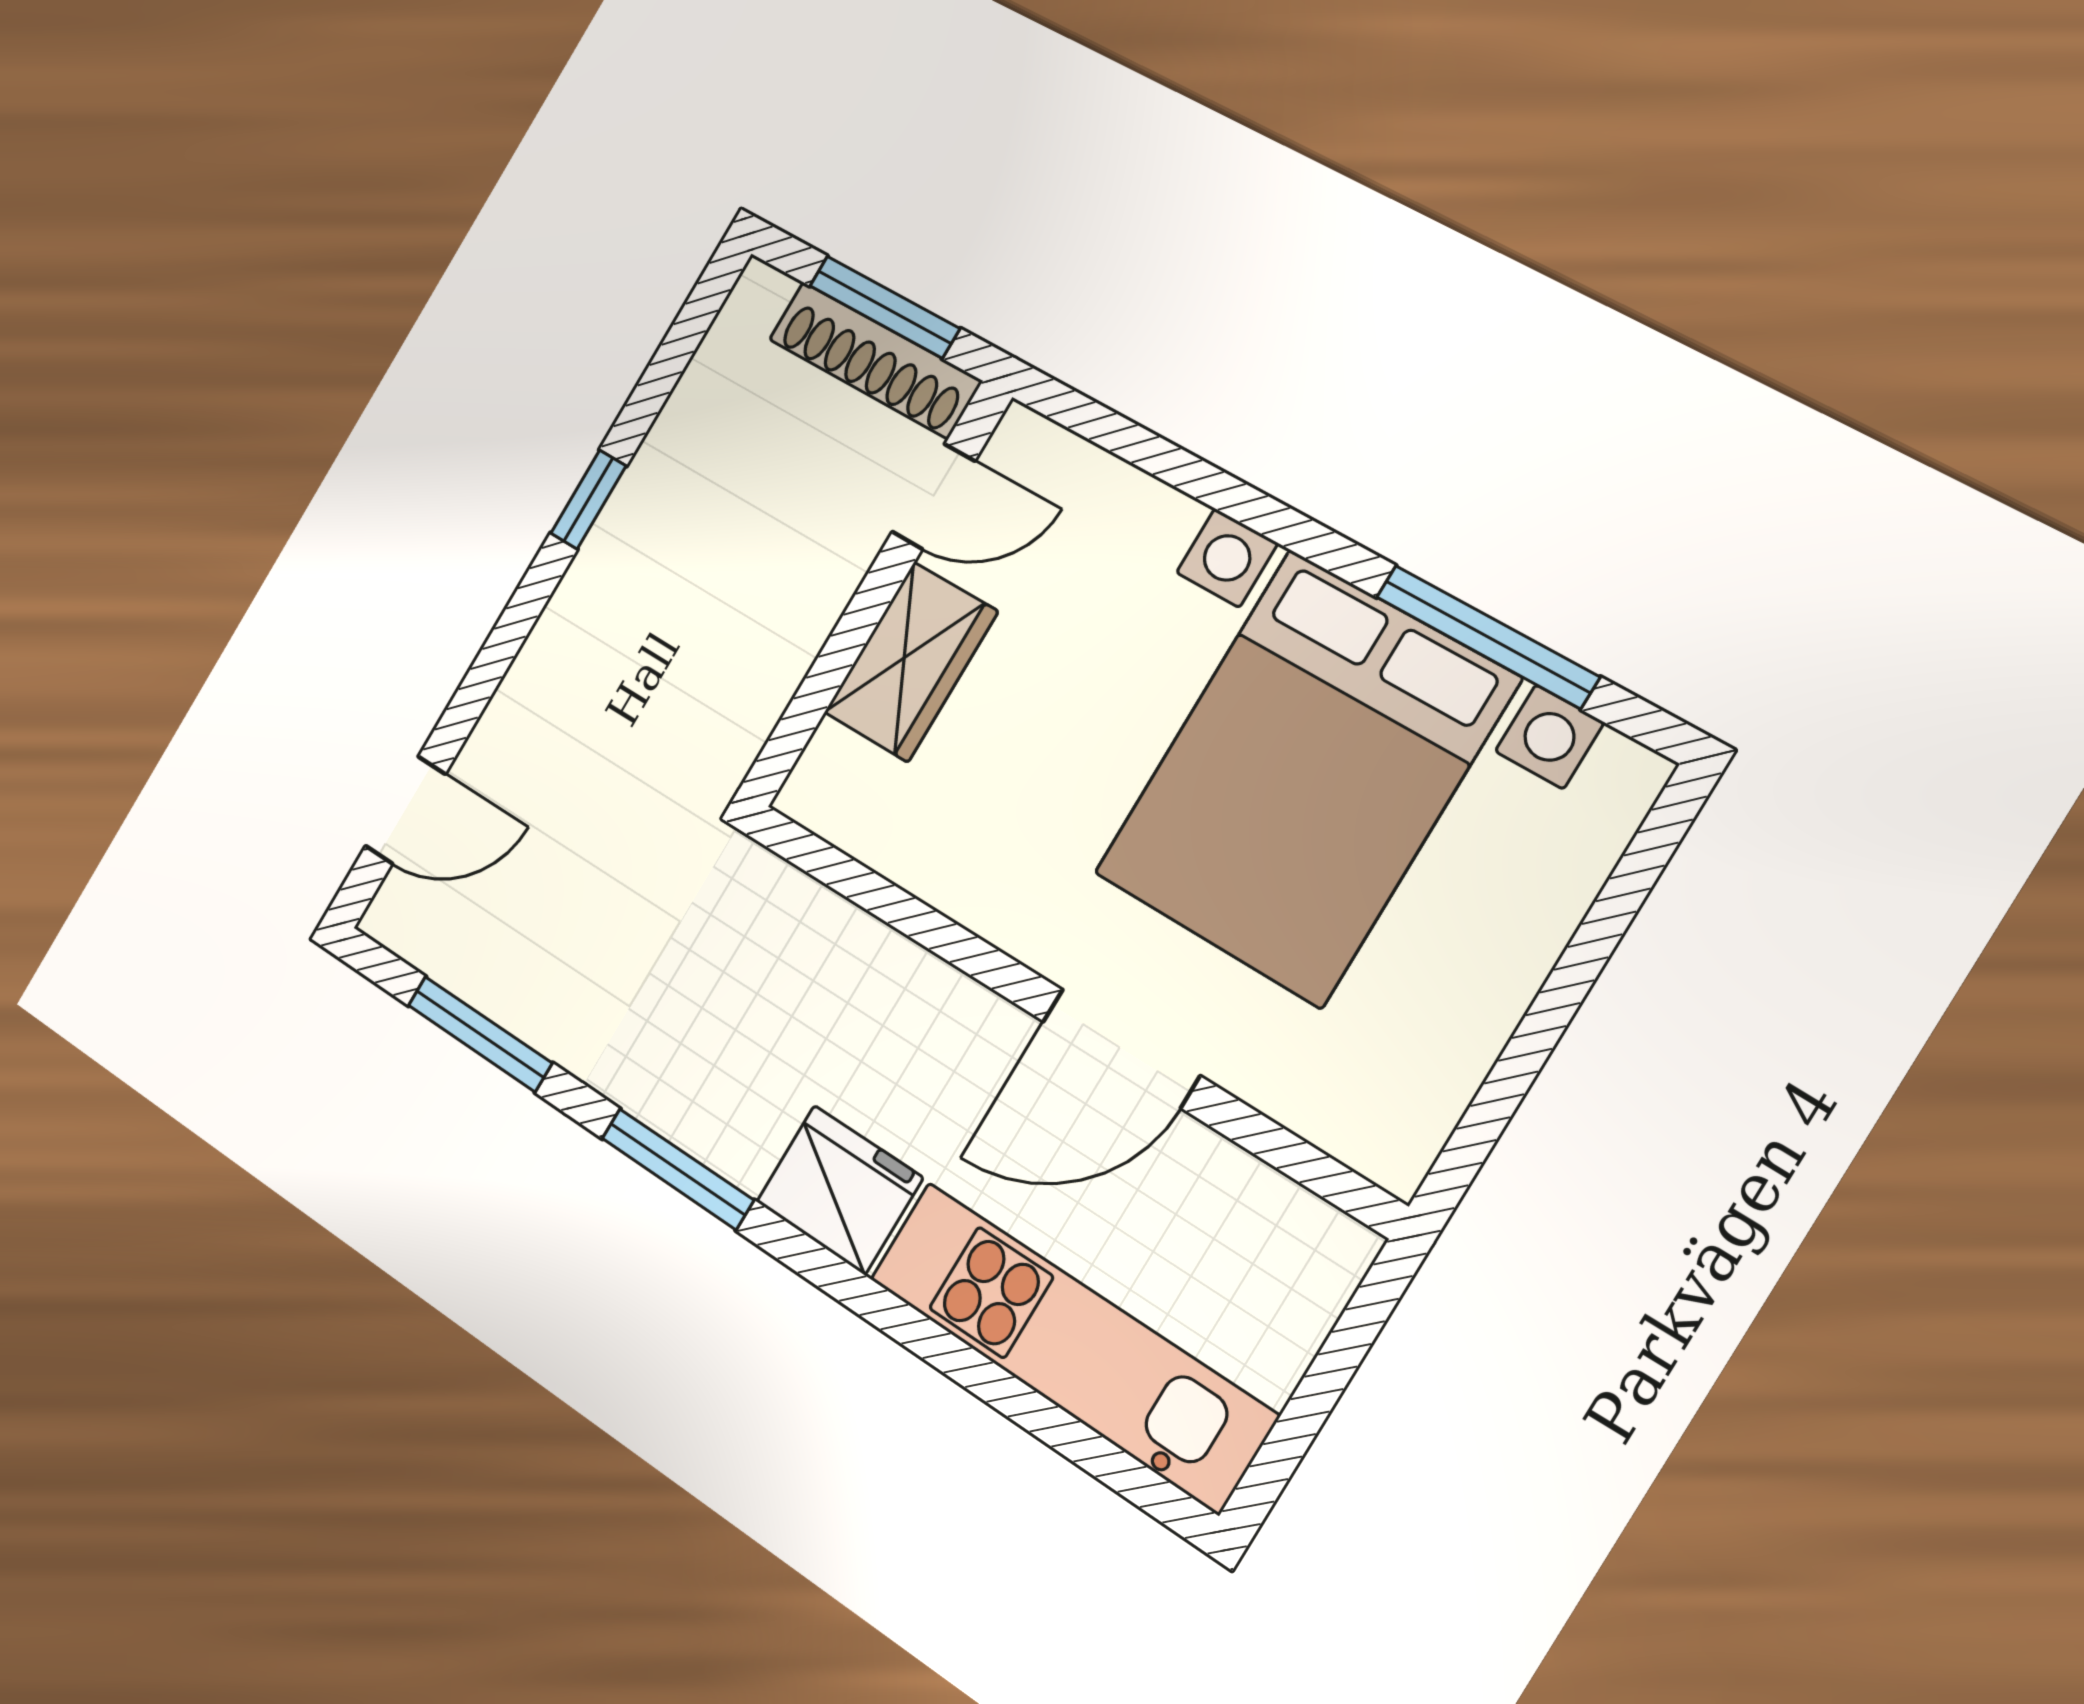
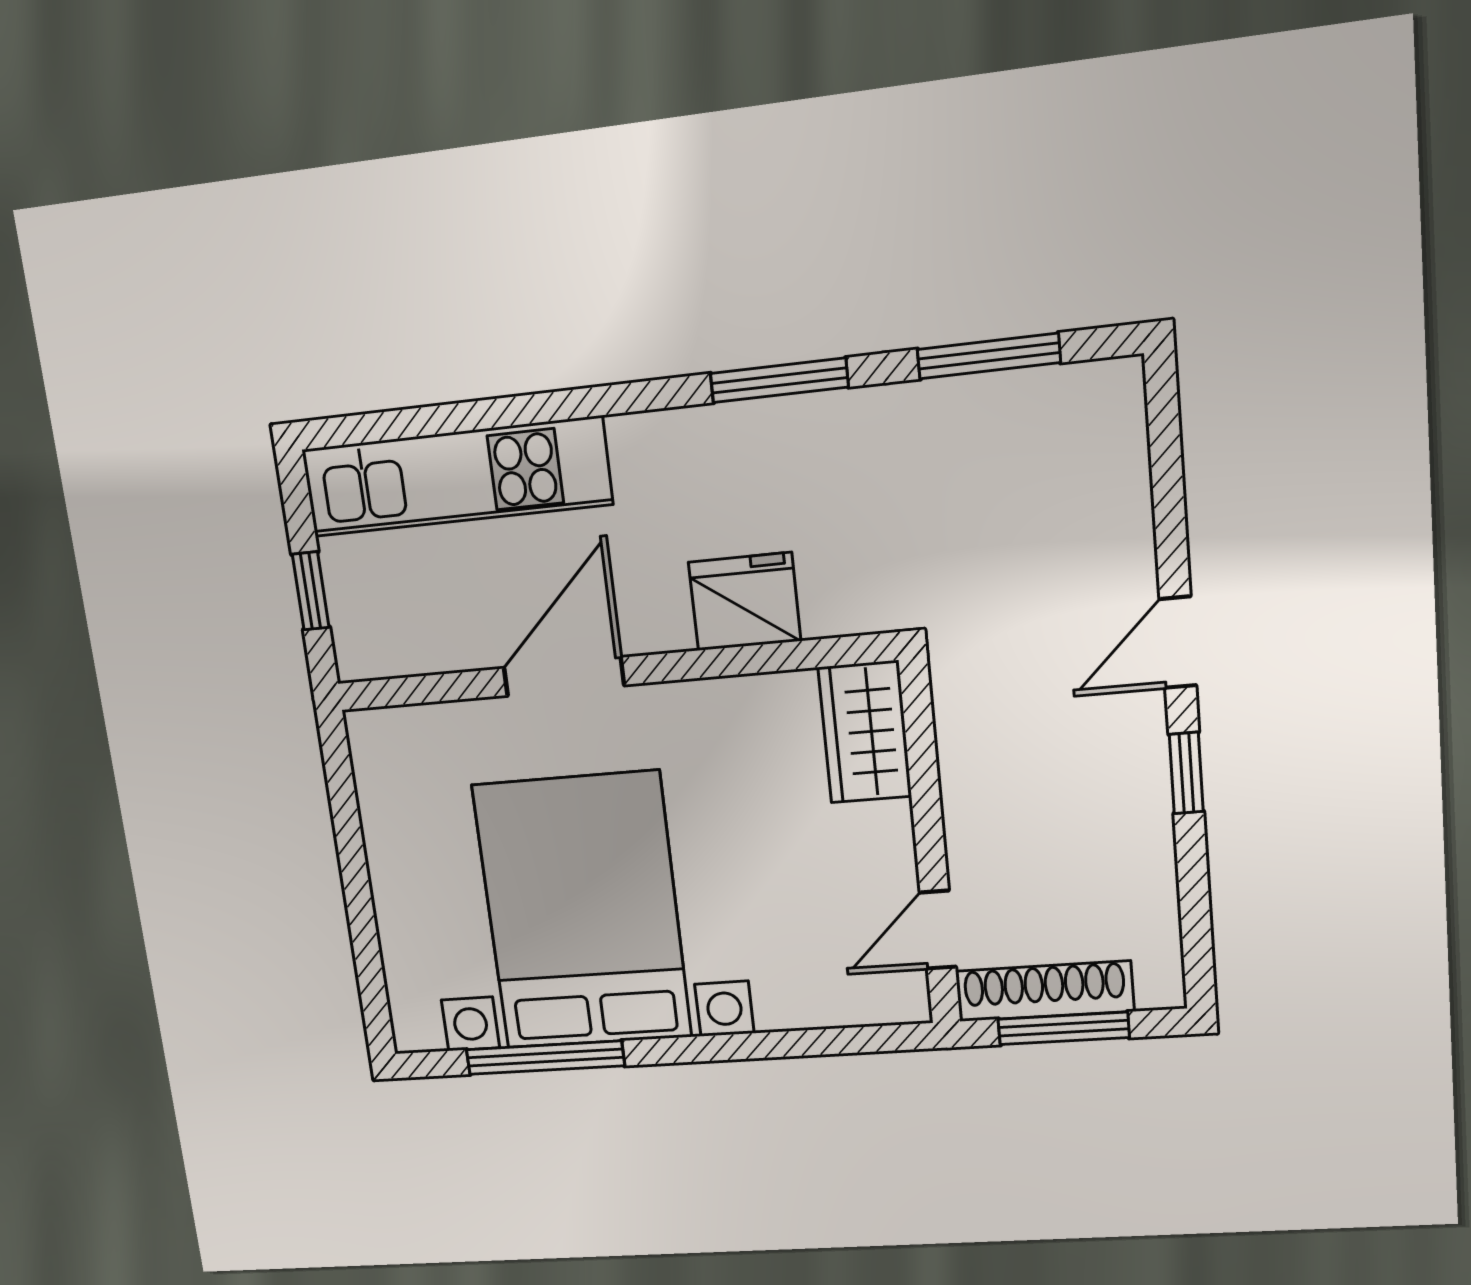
wardrobe: (911, 662) -> (865, 732), moved
door: (405, 810) -> (1178, 642), moved
fridge: (839, 1190) -> (745, 602), moved, turned 180
window: (1336, 1363) -> (311, 591), added

